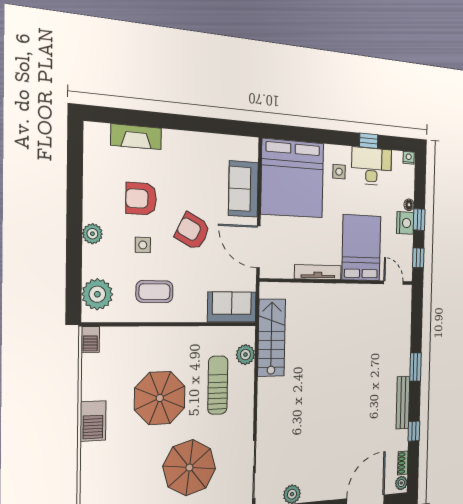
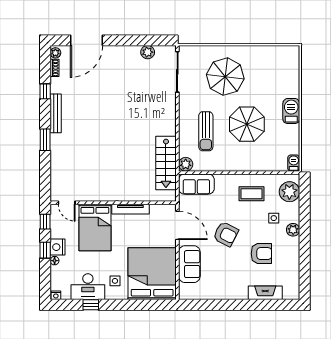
side table: (143, 245) -> (274, 218), moved
plant: (245, 355) -> (186, 164), moved

